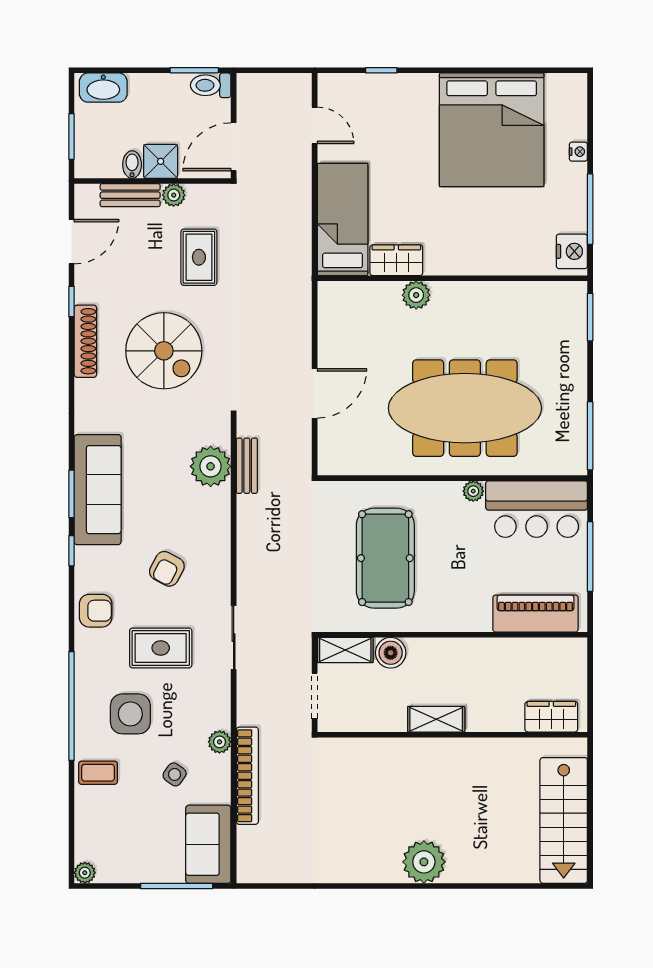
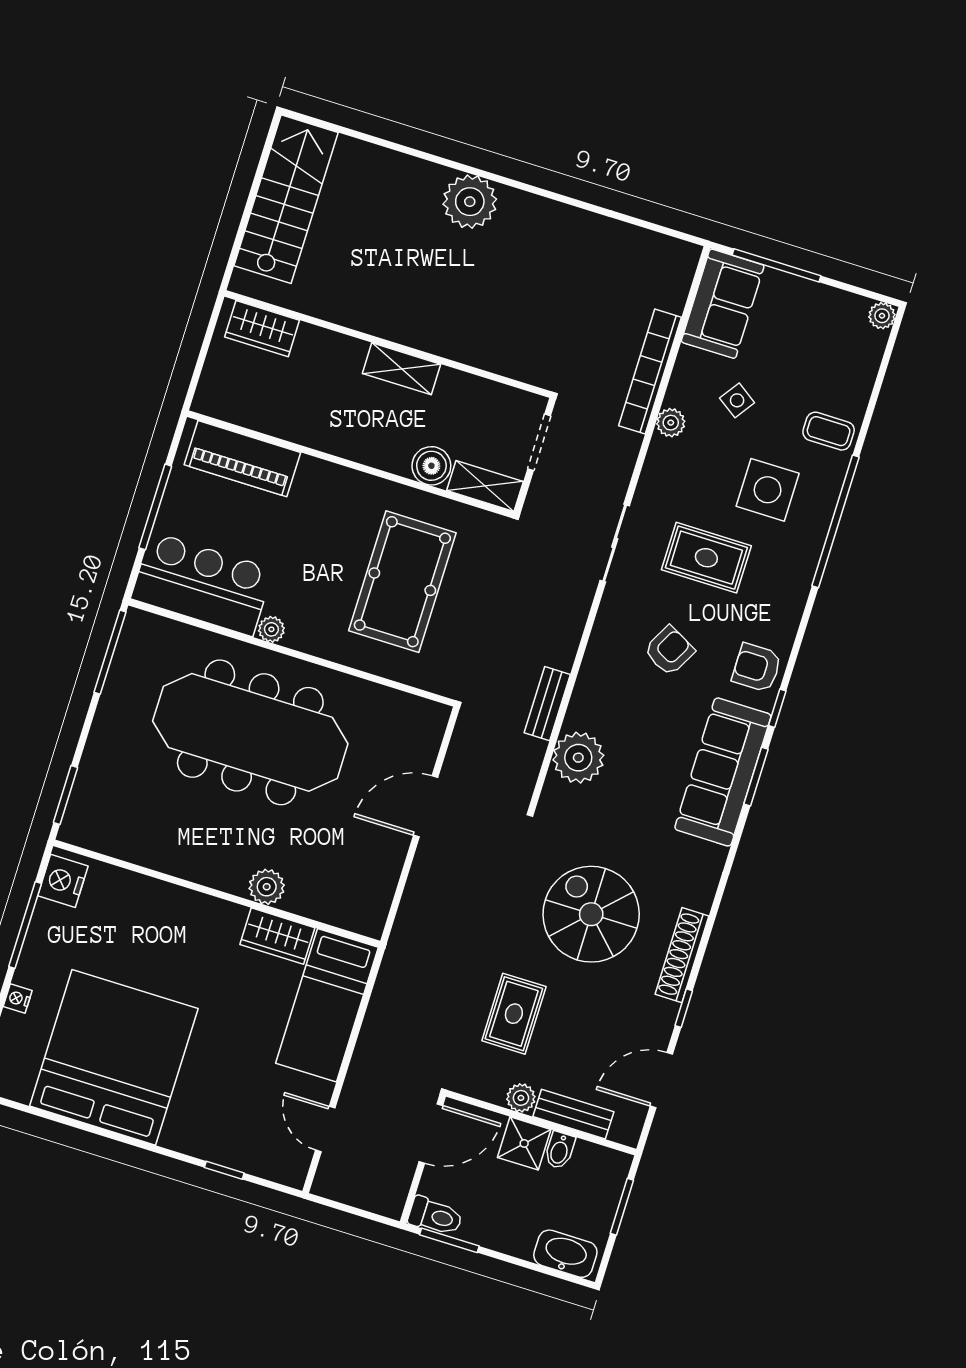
bench: (247, 466) -> (547, 704), moved
armchair: (96, 611) -> (757, 668), moved

